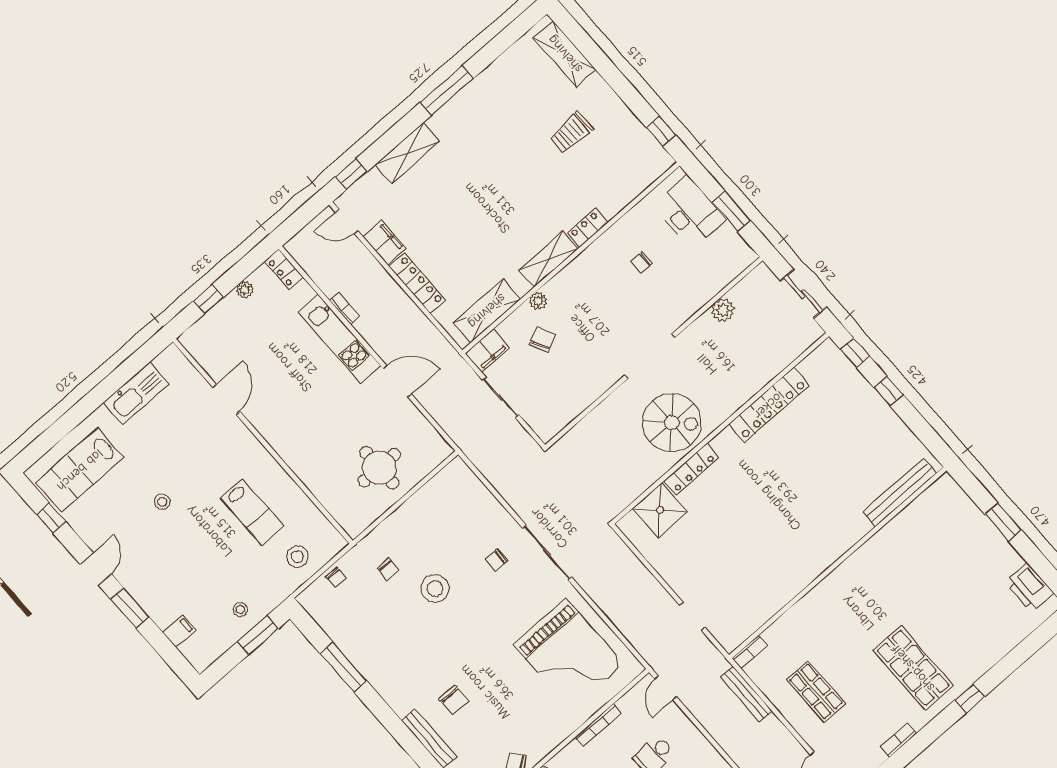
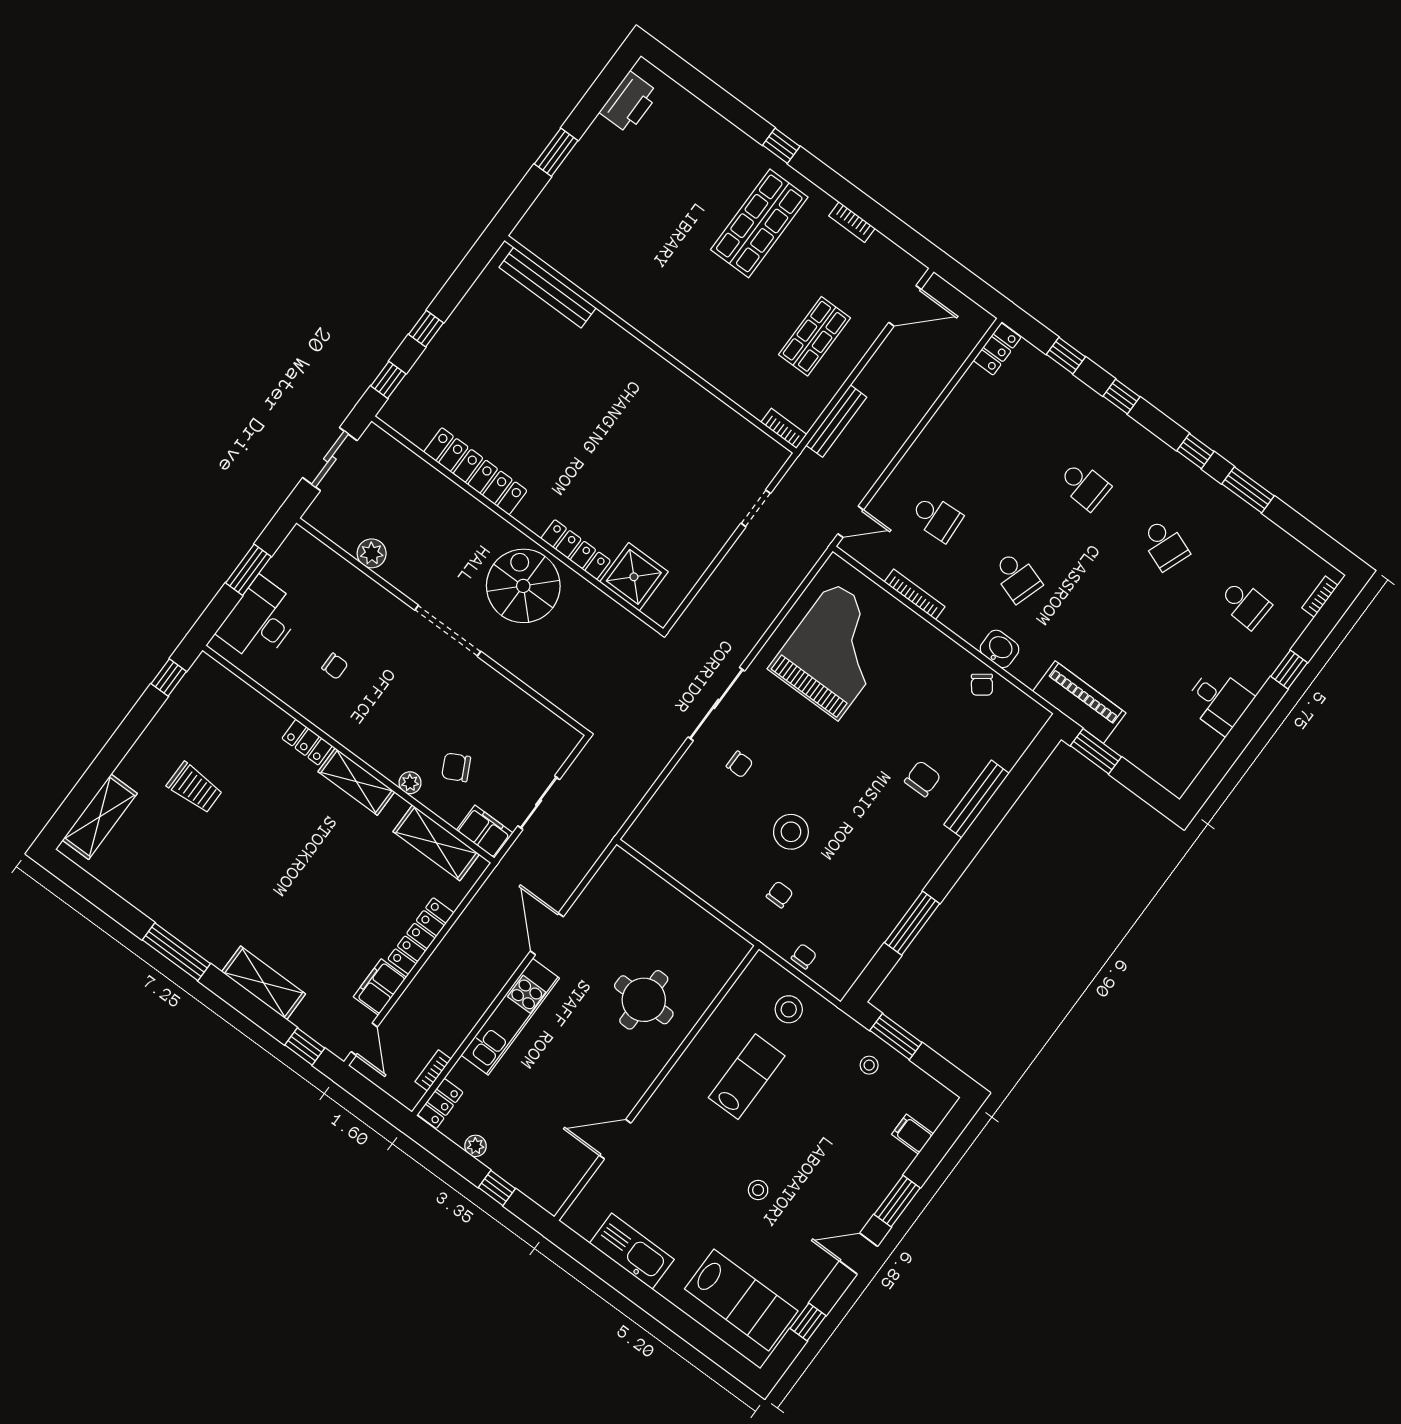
bookcase: (344, 308) -> (433, 1070), moved
round table: (379, 468) -> (644, 1000), moved

